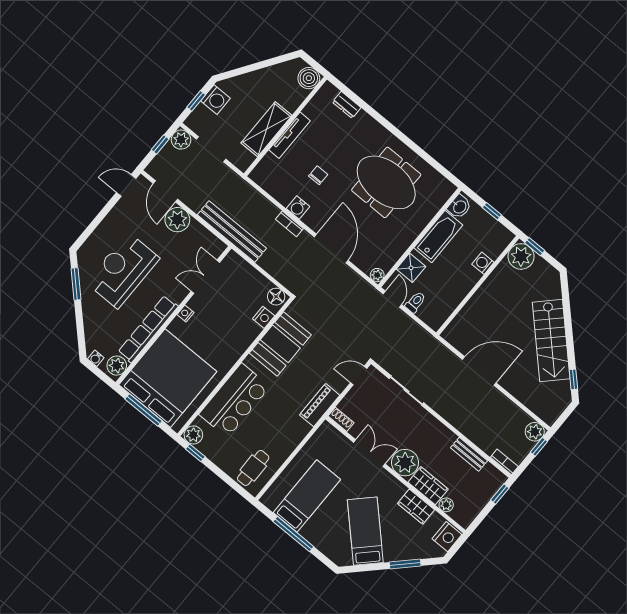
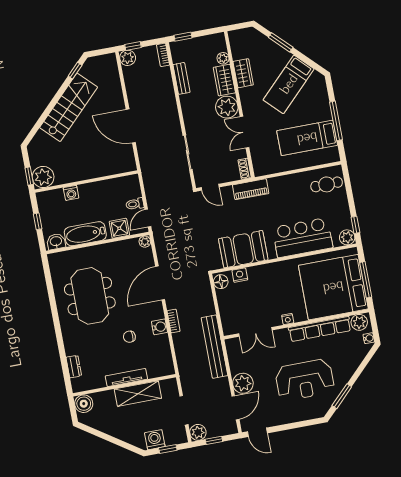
nightstand: (447, 537) -> (239, 38), removed

